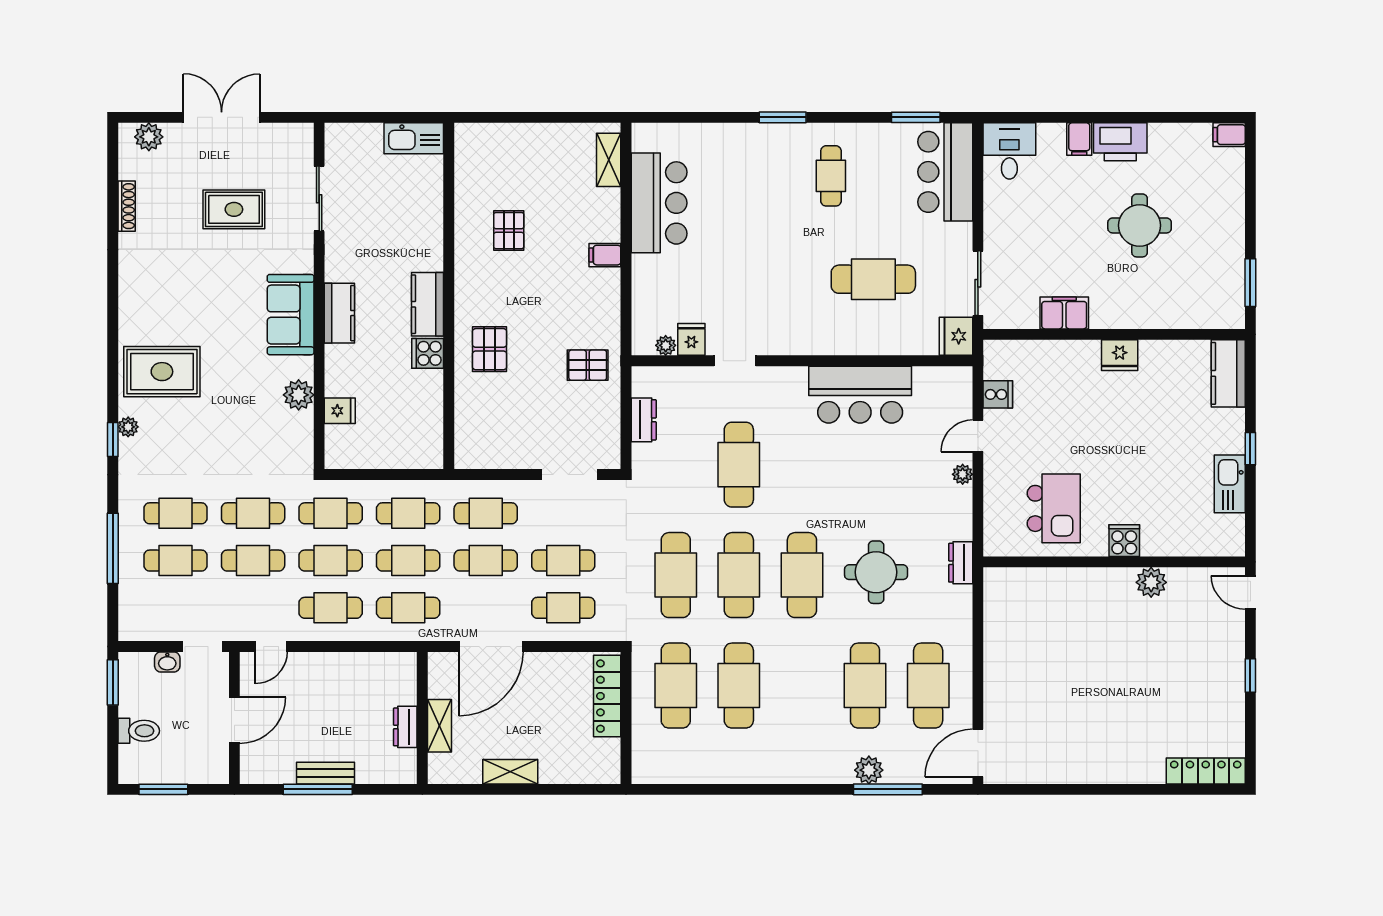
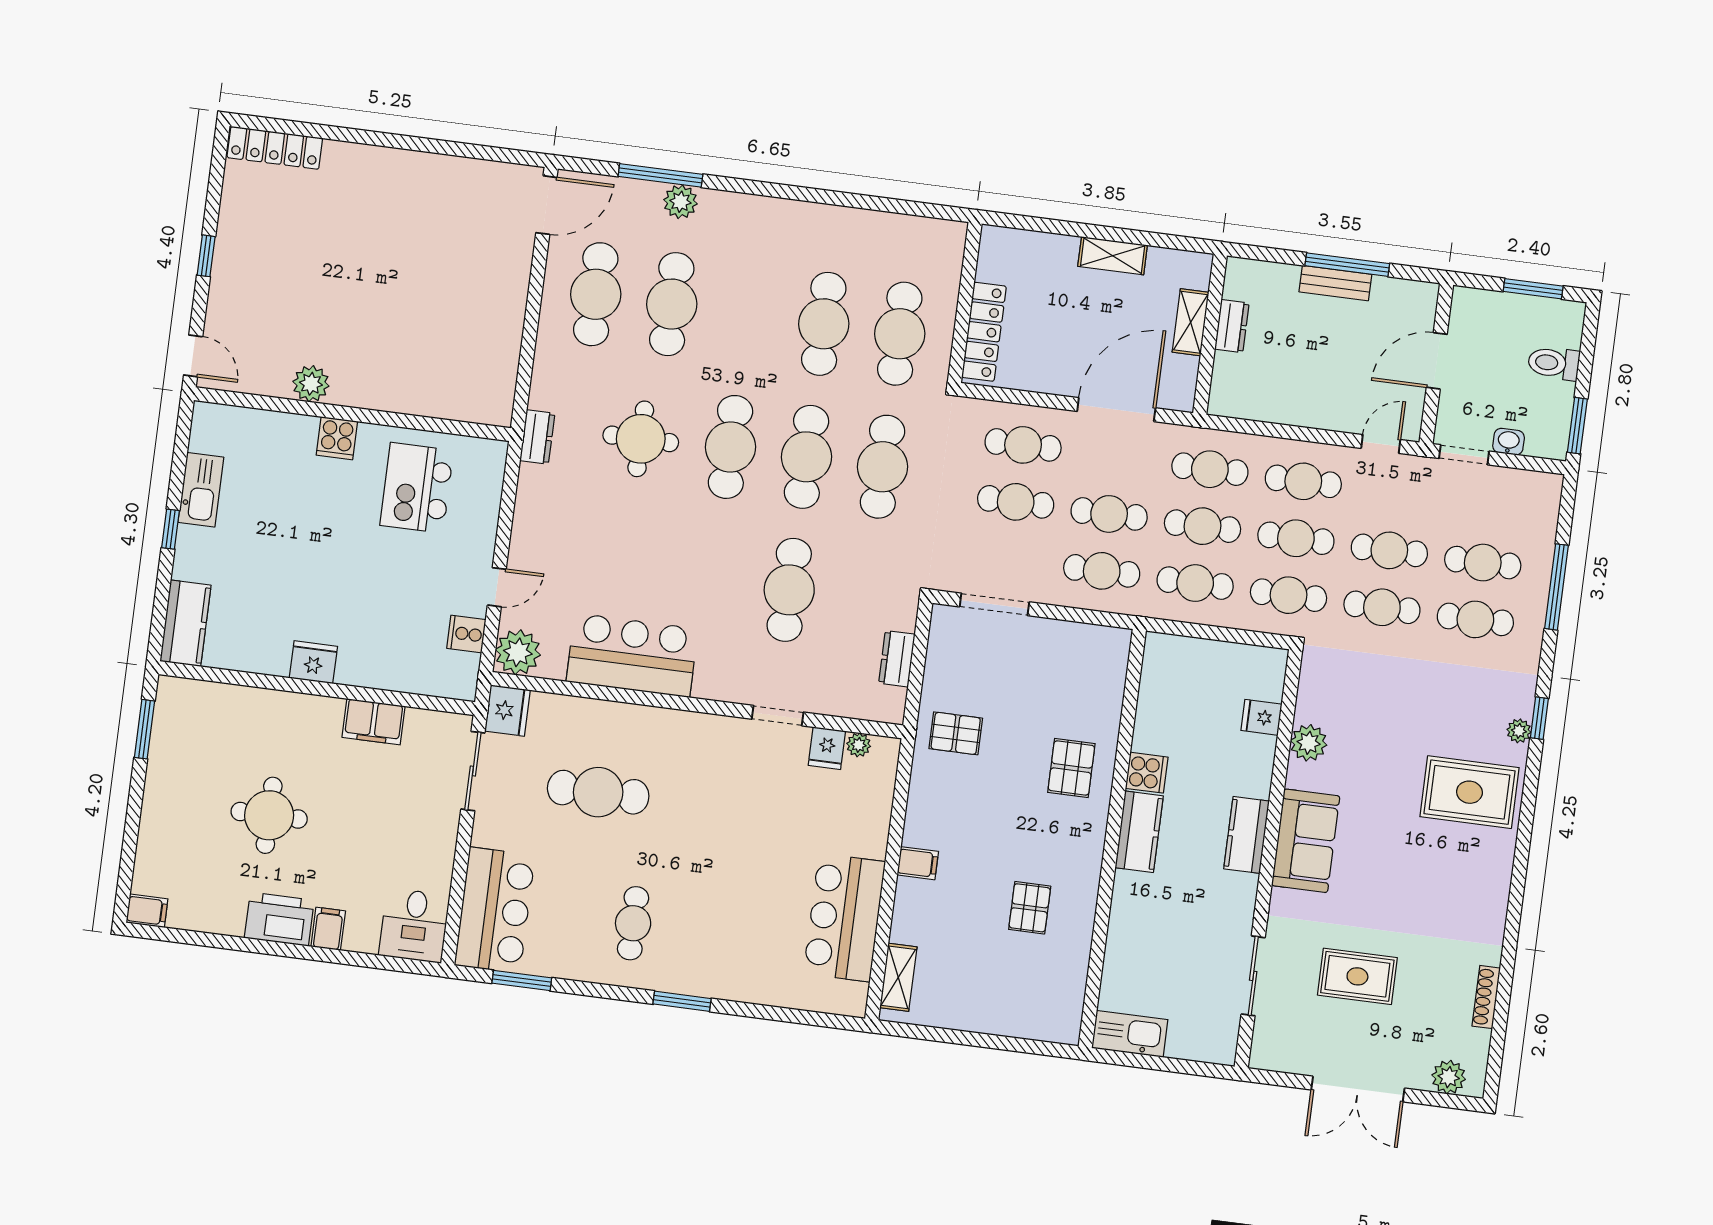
plant: (963, 474) -> (518, 652), moved, width x1.88, depth x1.88

